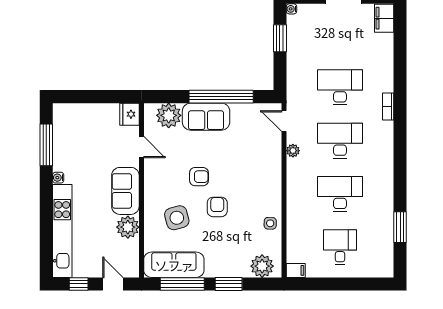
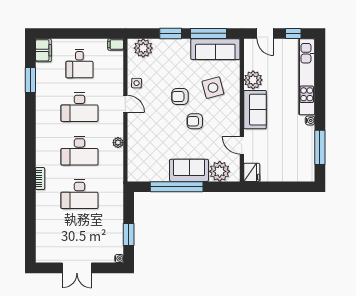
filing cabinet: (384, 18) -> (43, 50), moved
door: (284, 121) -> (125, 104), moved
armchair: (217, 207) -> (180, 96), turned 90

